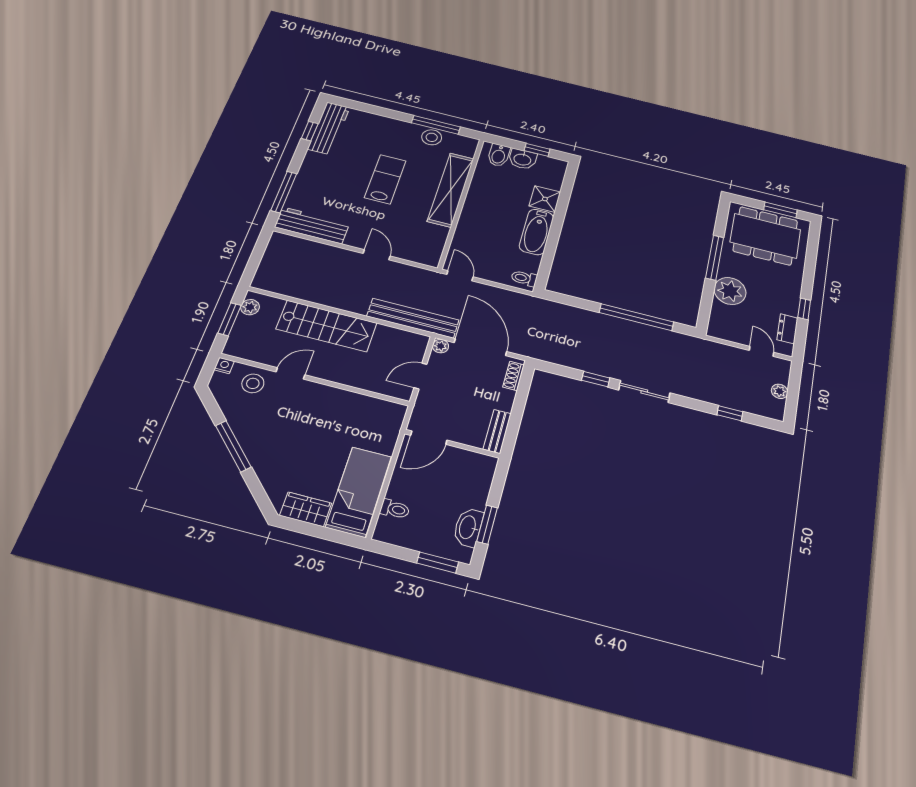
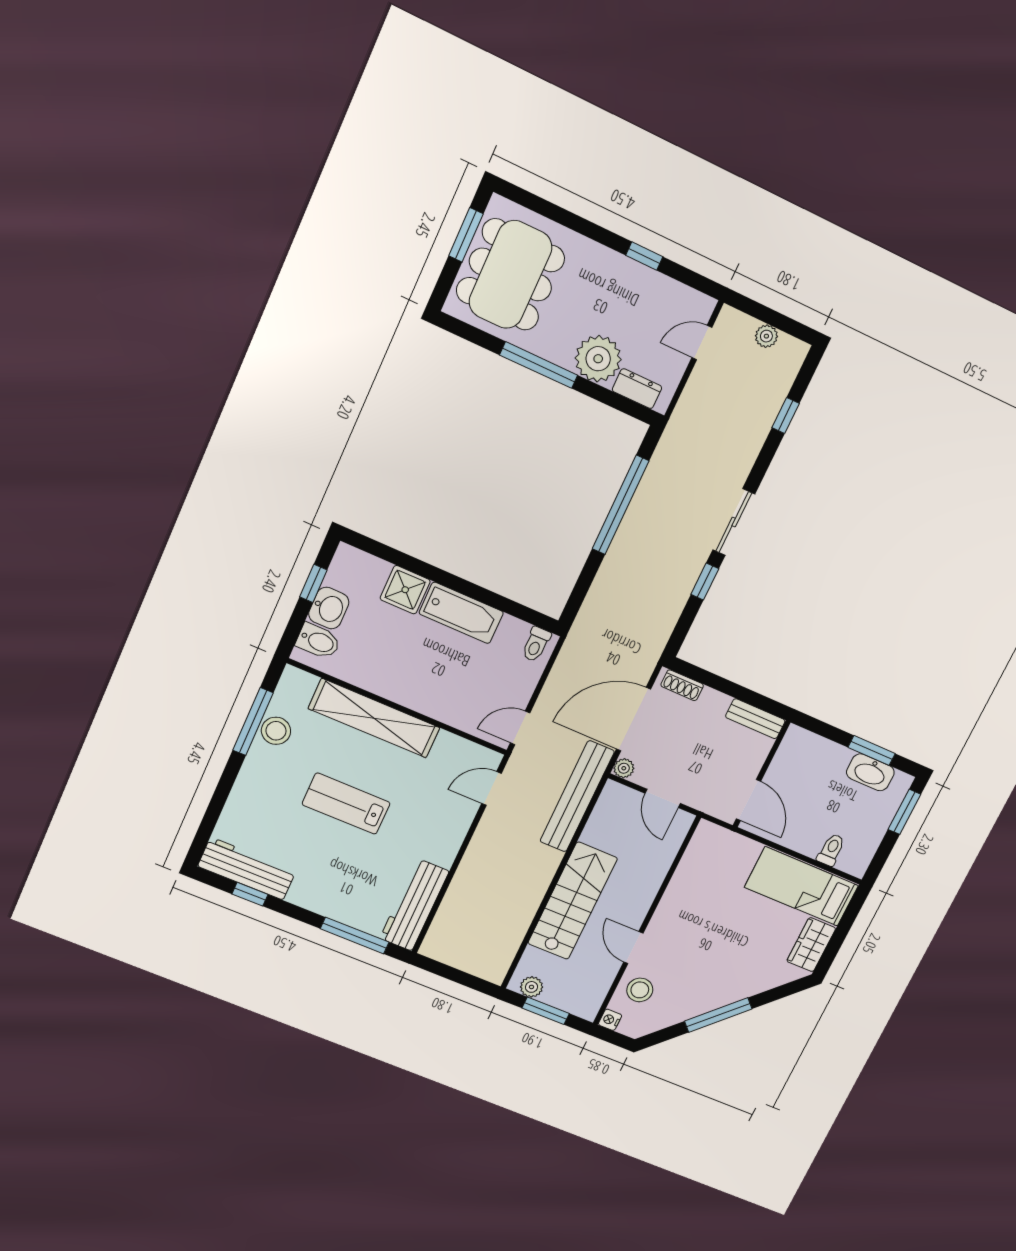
door: (377, 255) -> (491, 788), moved
dresser: (787, 329) -> (637, 389), moved, turned 180

